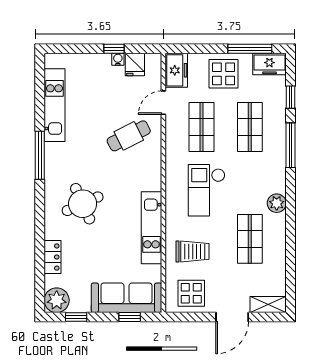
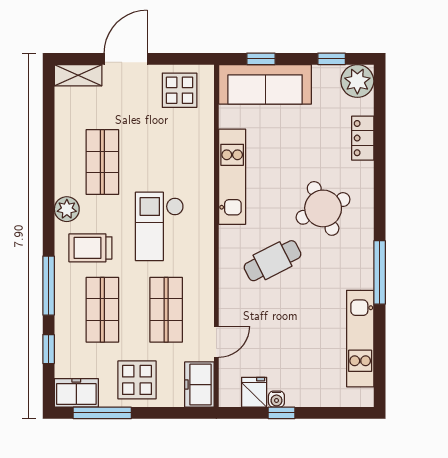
cafe table: (129, 136) -> (272, 261), moved
checkout: (207, 190) -> (159, 226), turned 180
trolley: (193, 251) -> (90, 248), moved

